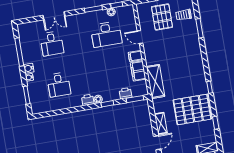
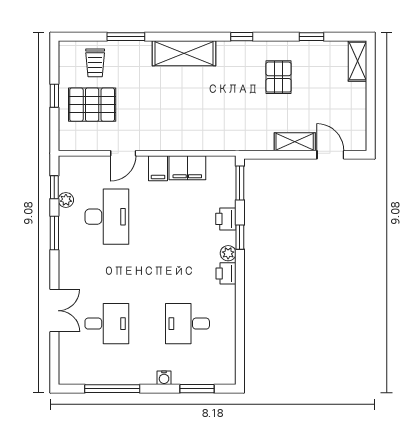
water cooler: (29, 68) -> (147, 376), removed
shelving: (155, 81) -> (184, 53), moved
desk: (59, 85) -> (187, 324), turned 180
printer: (126, 93) -> (226, 219), moved
pallet: (192, 109) -> (279, 77), width x0.49, depth x0.50

